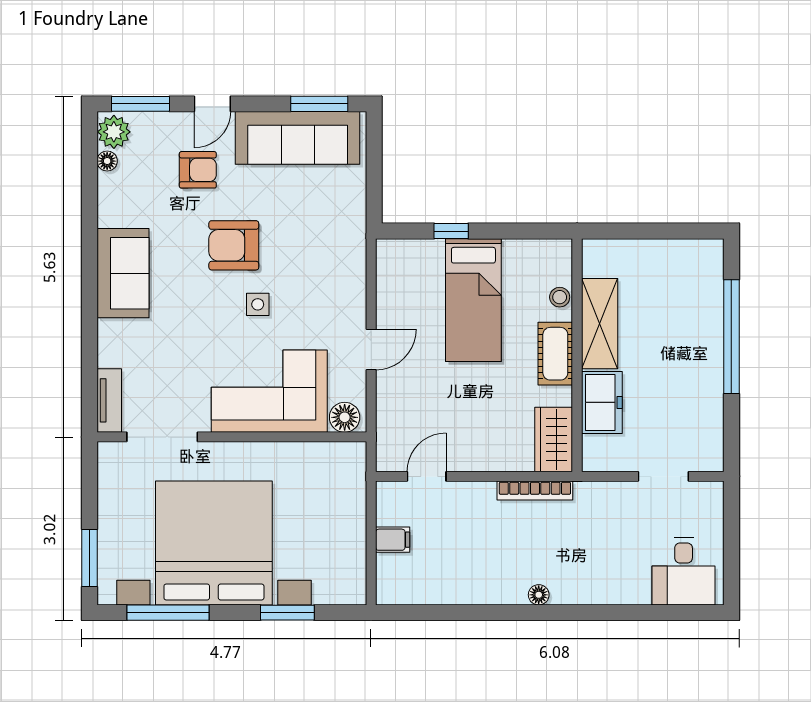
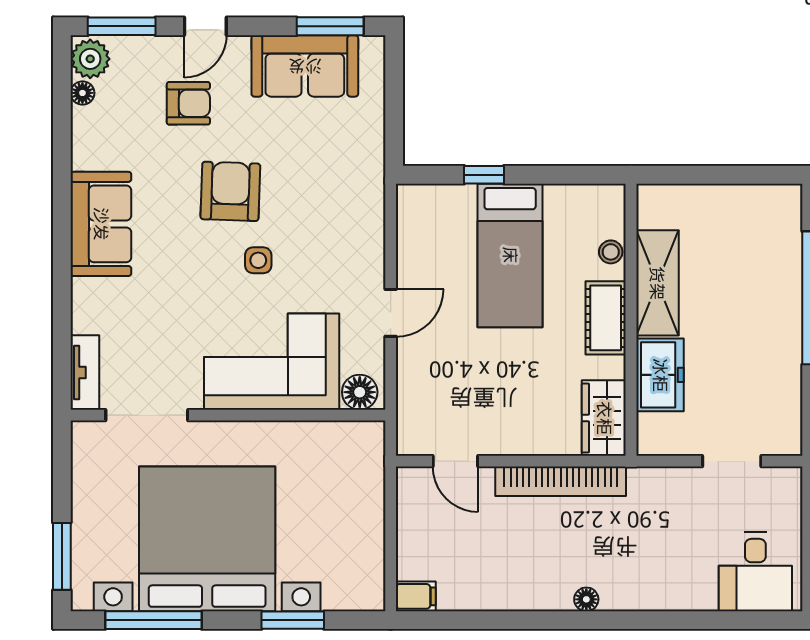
sofa: (298, 138) -> (305, 66), width x0.73
armchair: (234, 245) -> (230, 191), turned 92
door: (427, 476) -> (455, 461), swing flipped
bookcase: (535, 491) -> (561, 481), width x1.48, depth x1.31
filing cabinet: (393, 540) -> (416, 596), moved

